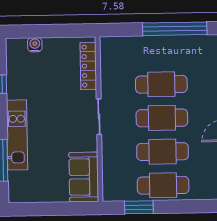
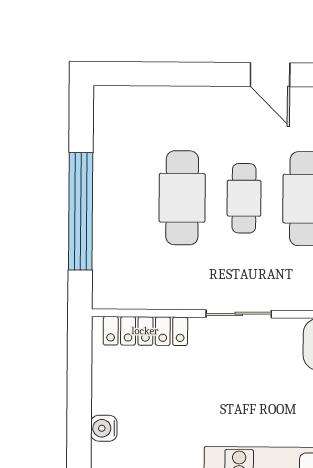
window: (175, 29) -> (81, 211), moved
cafe table: (162, 118) -> (244, 198), width x0.73, depth x0.74

